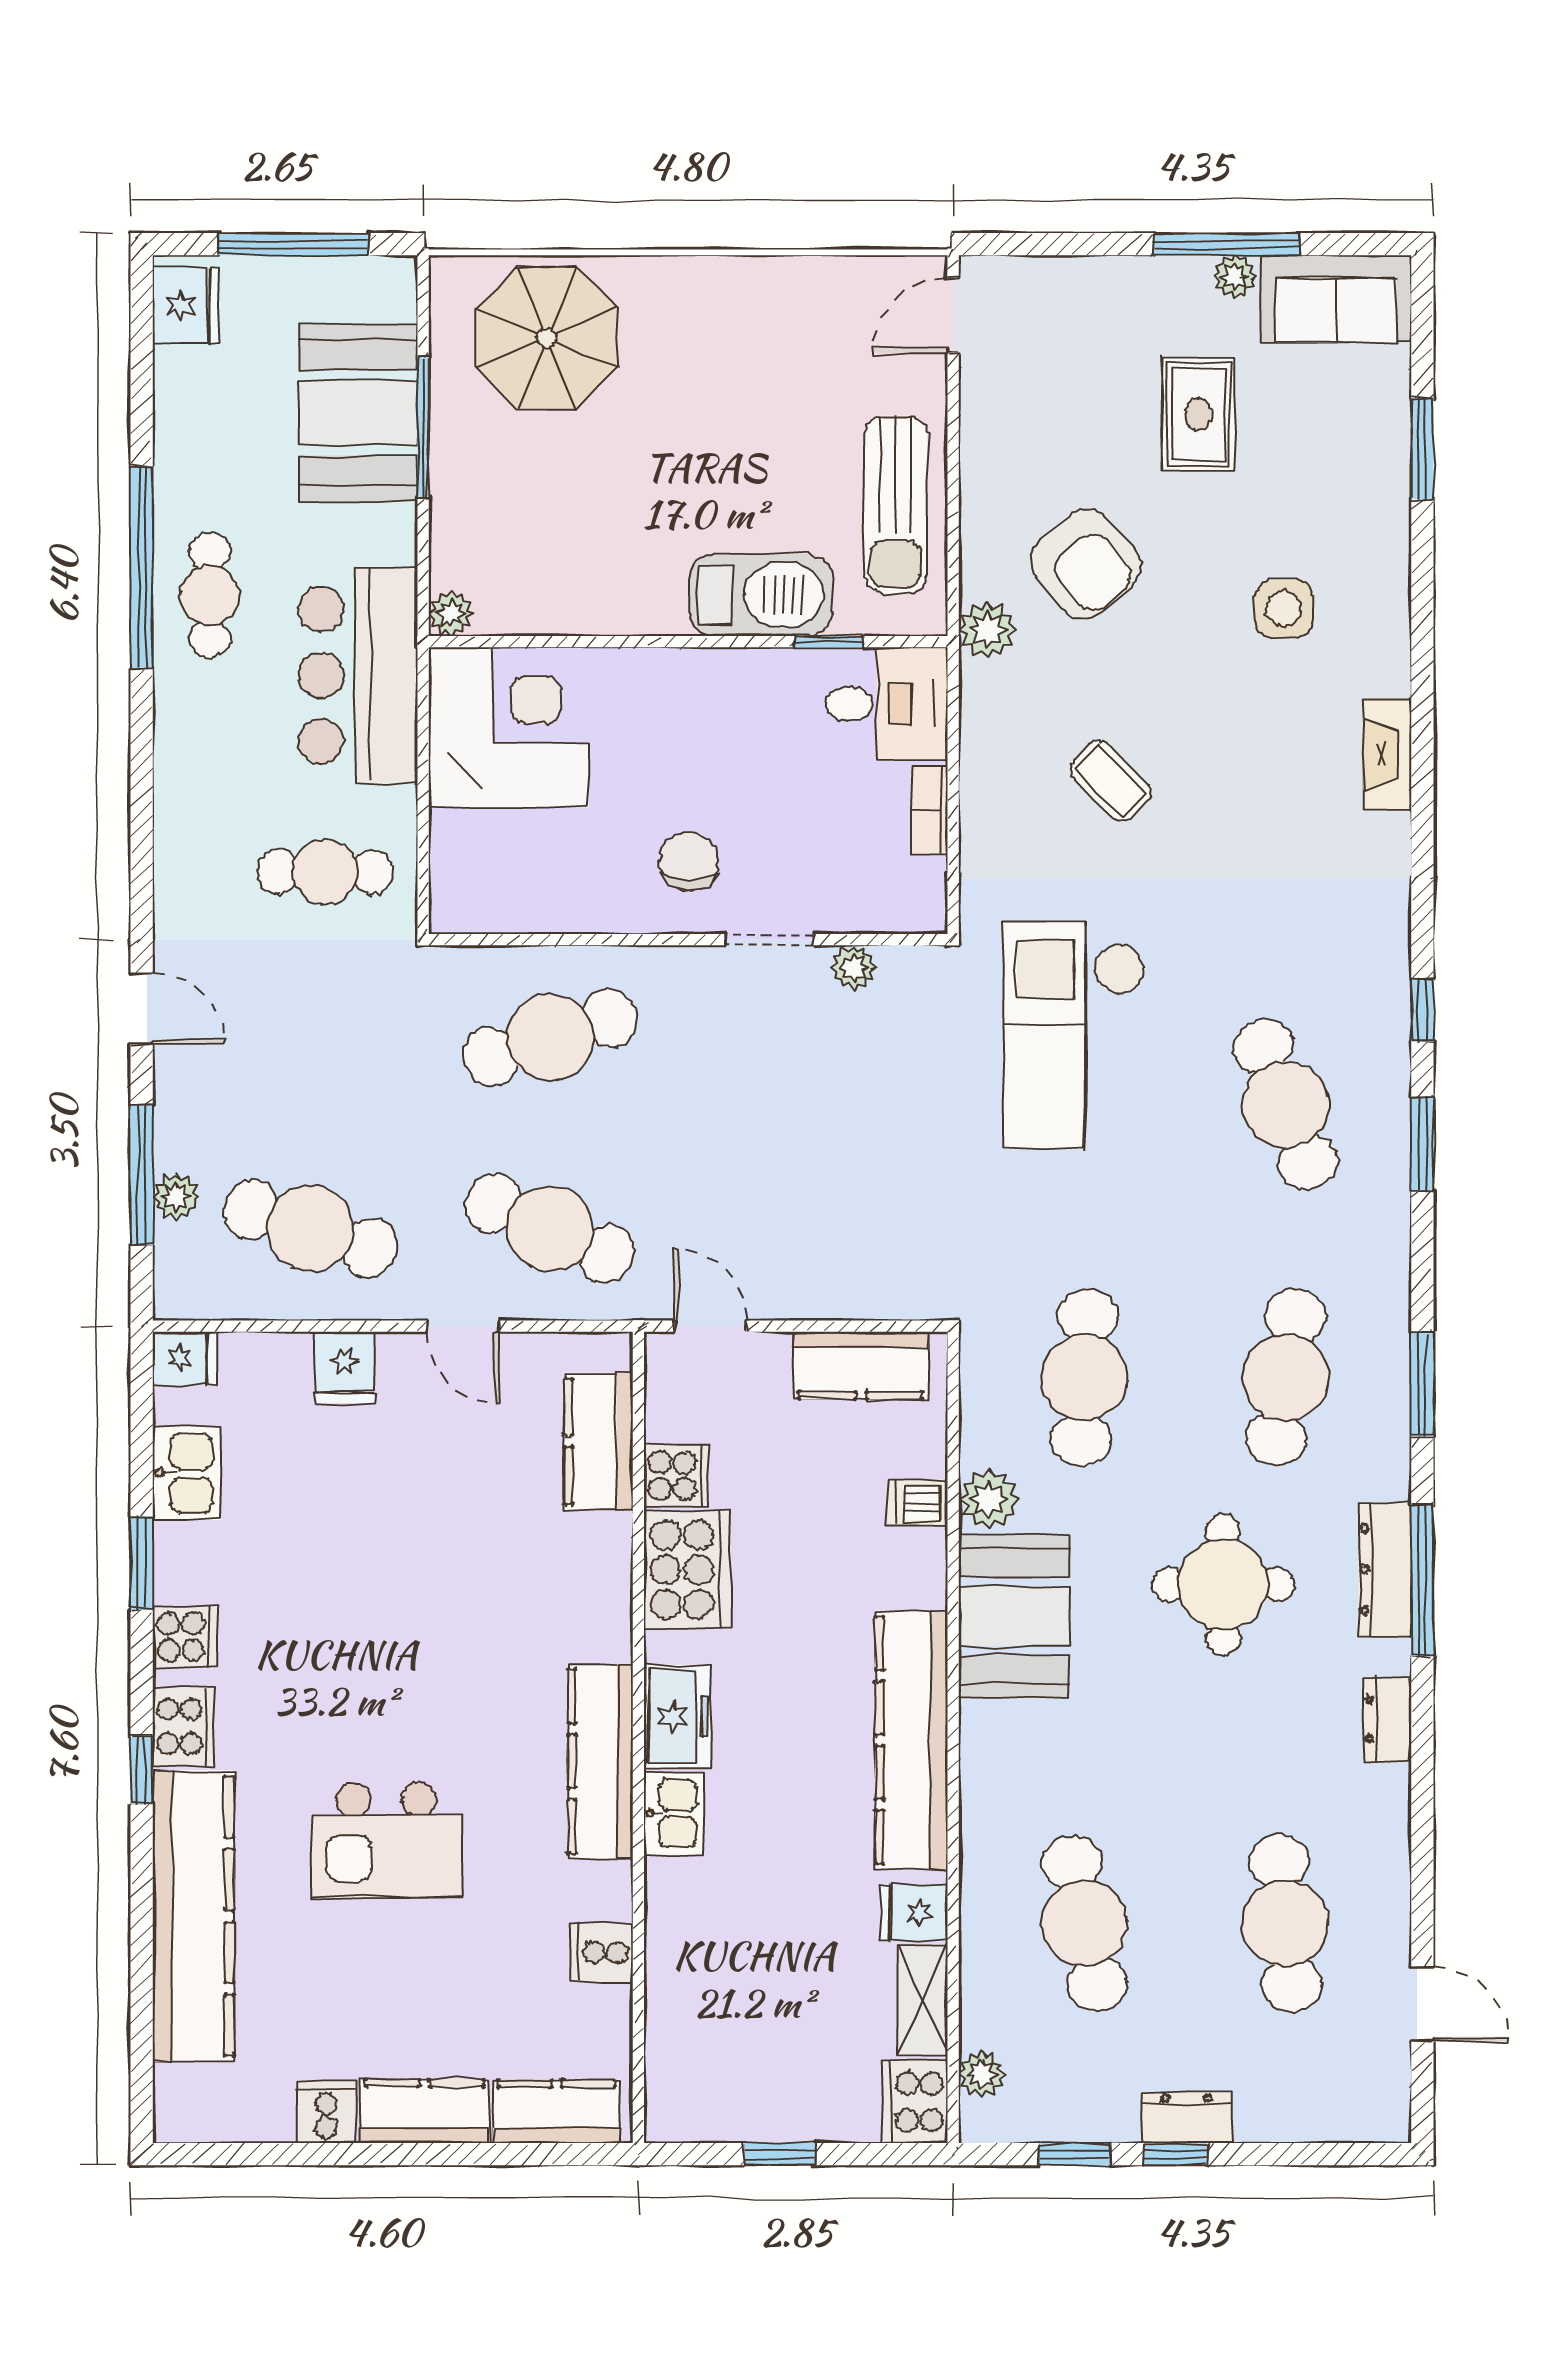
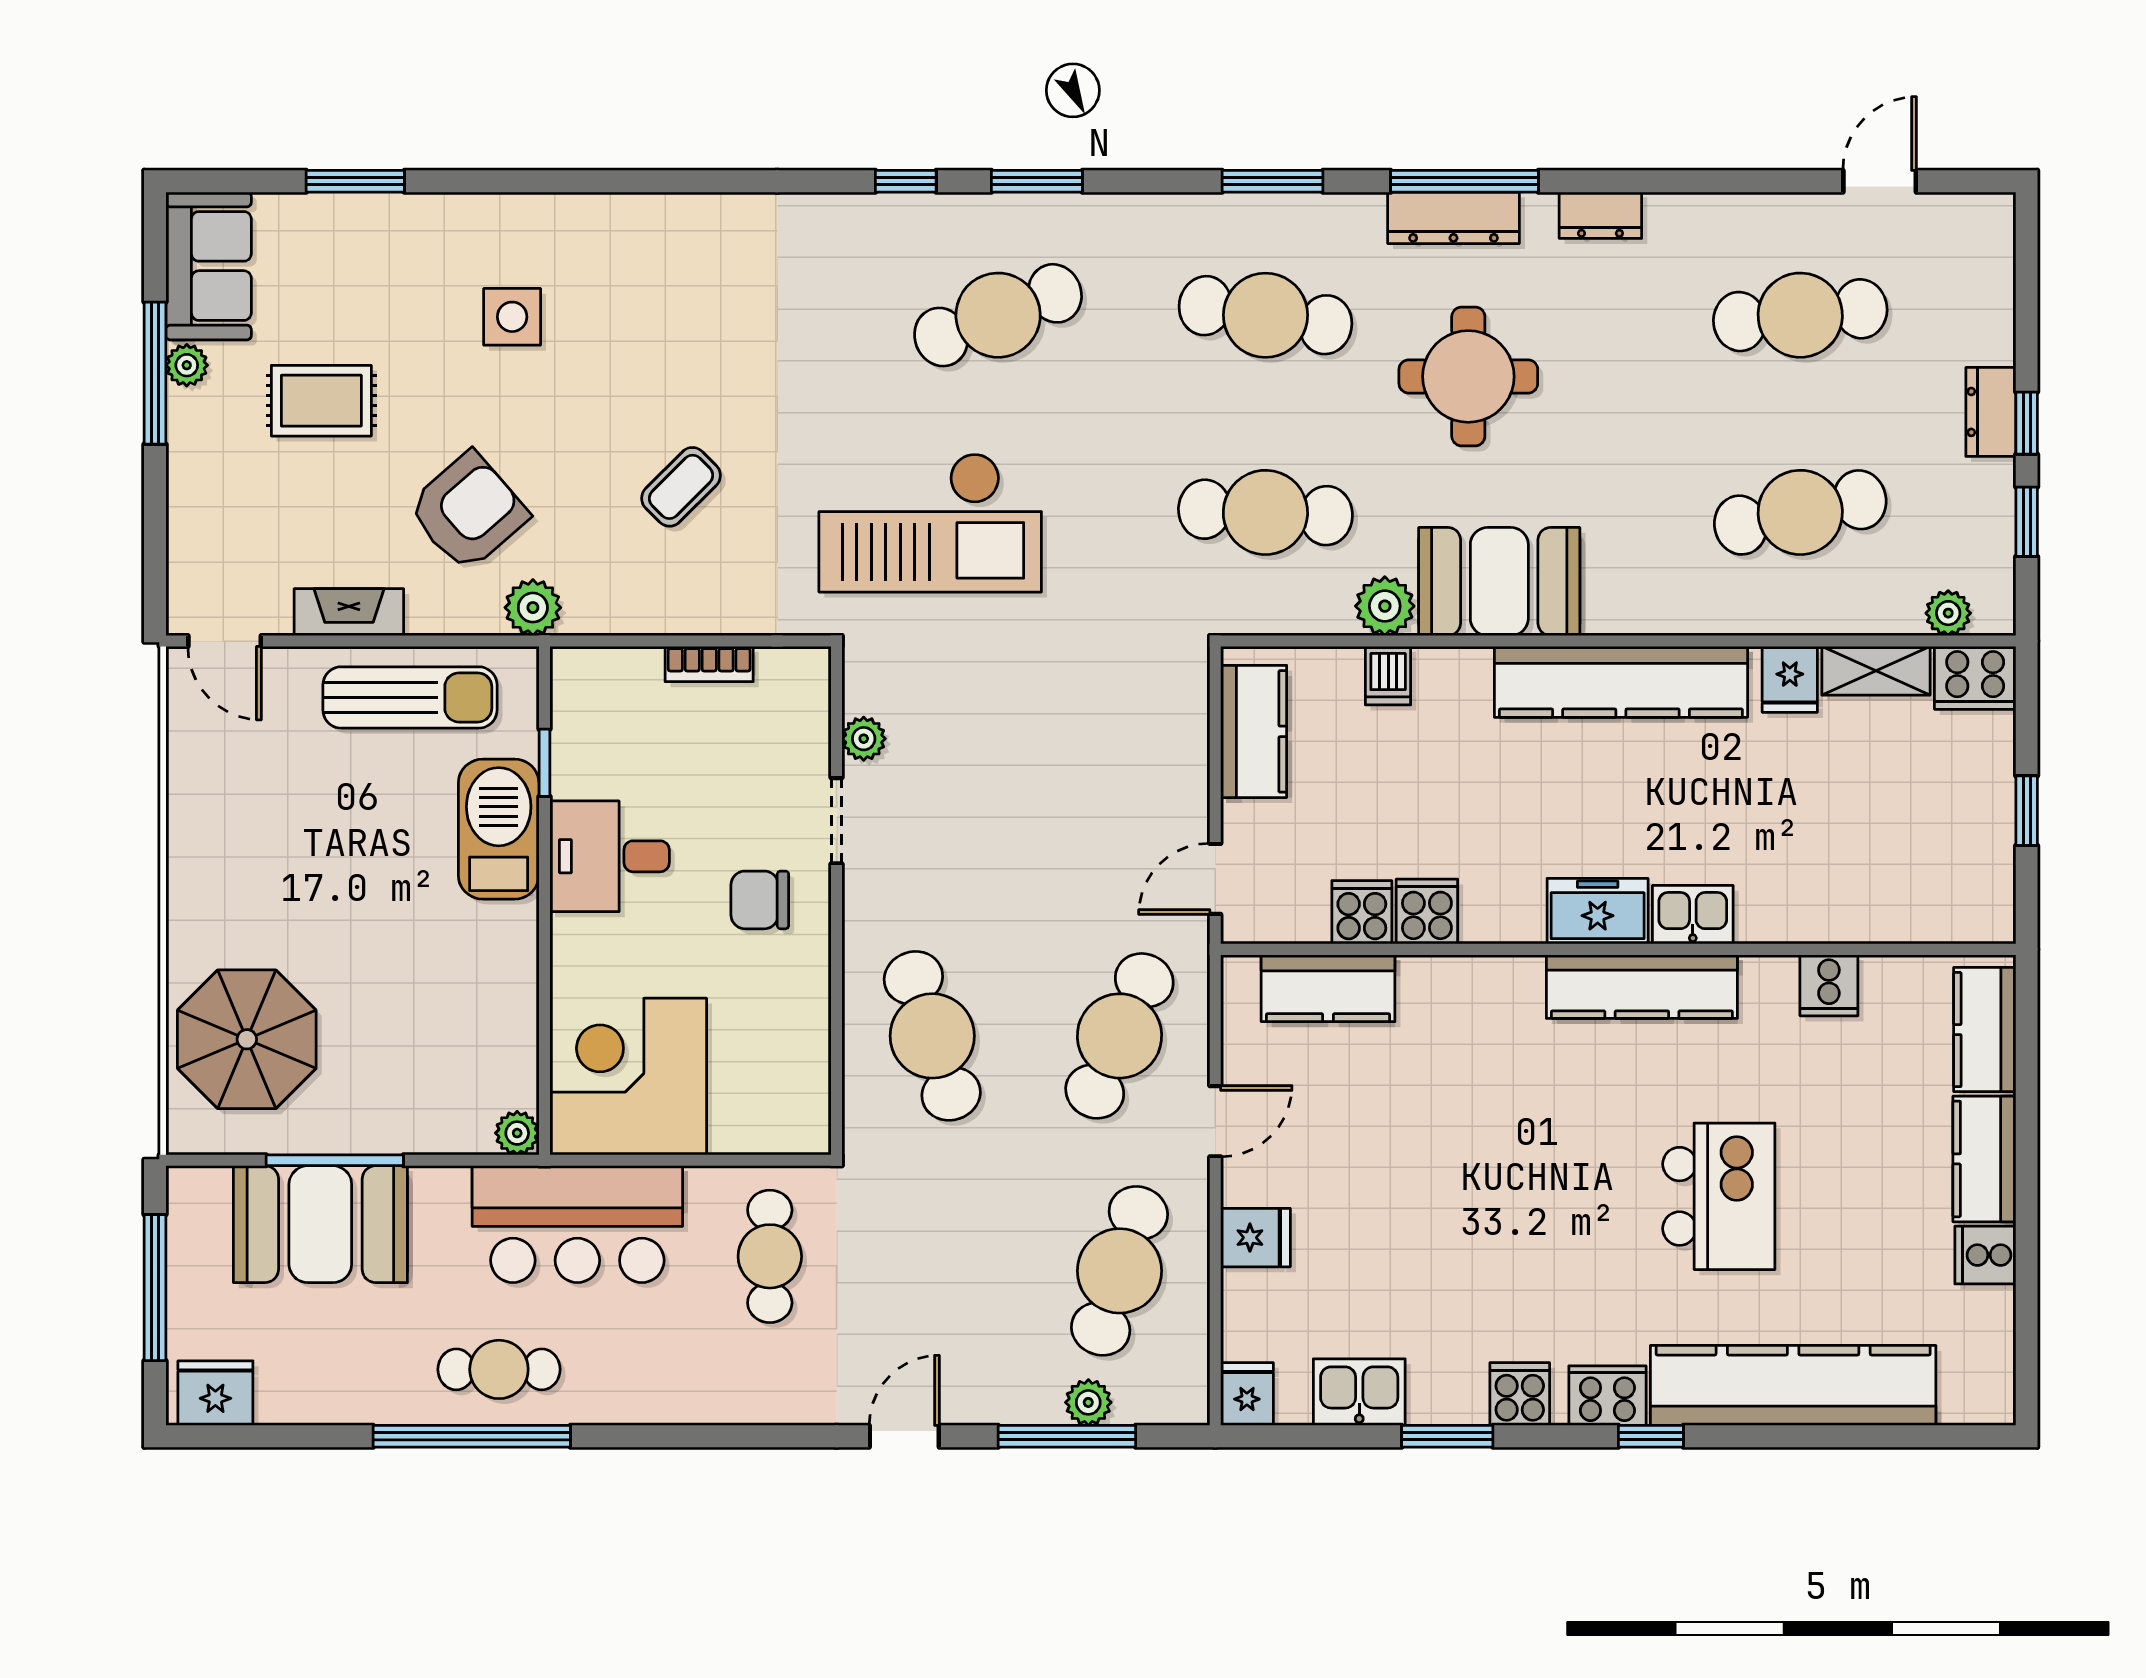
desk: (887, 704) -> (610, 856), moved, turned -90
fireplace: (1387, 754) -> (349, 612), moved, turned 180
cooker: (687, 1570) -> (1427, 912), width x0.53, depth x0.76

